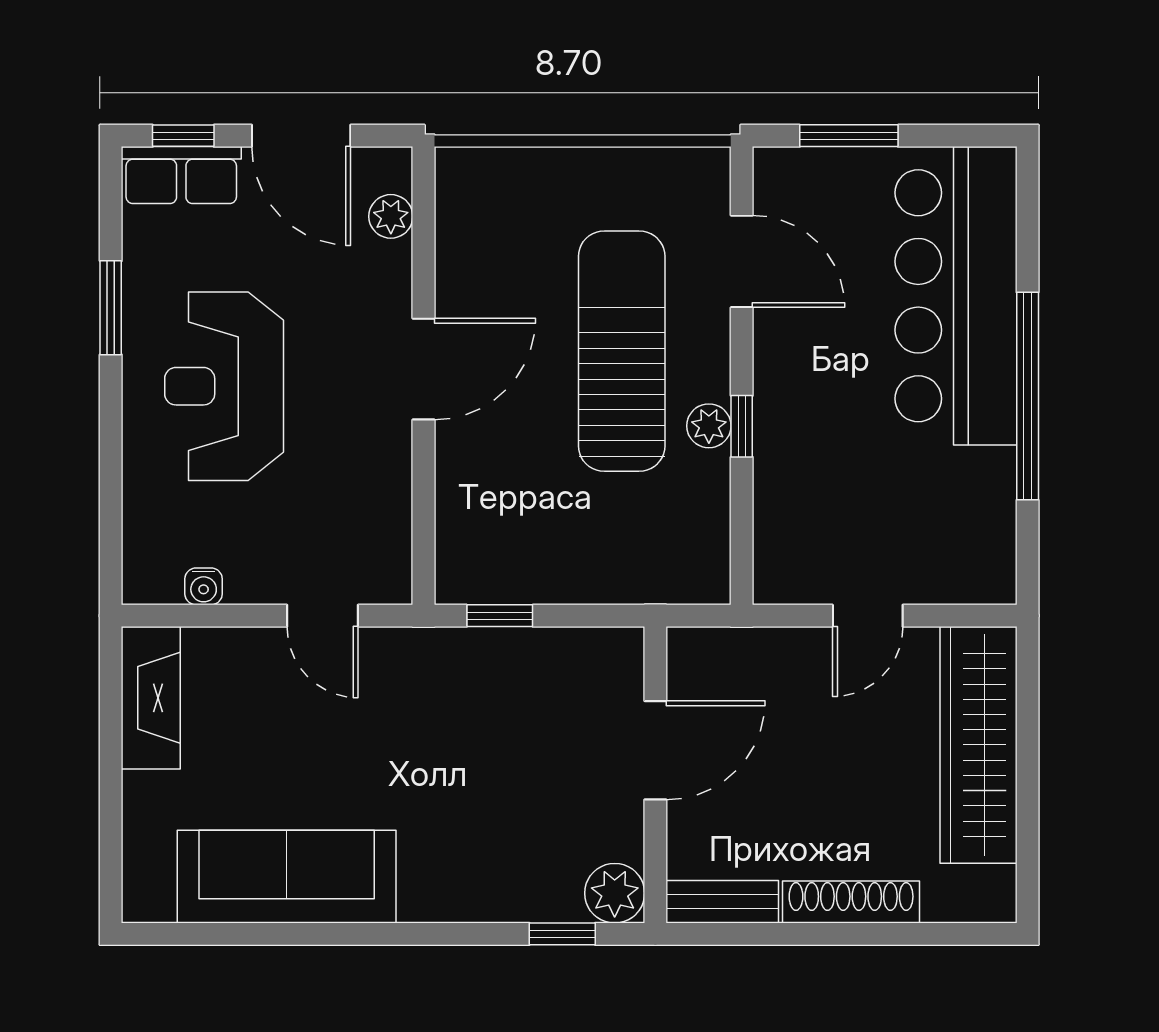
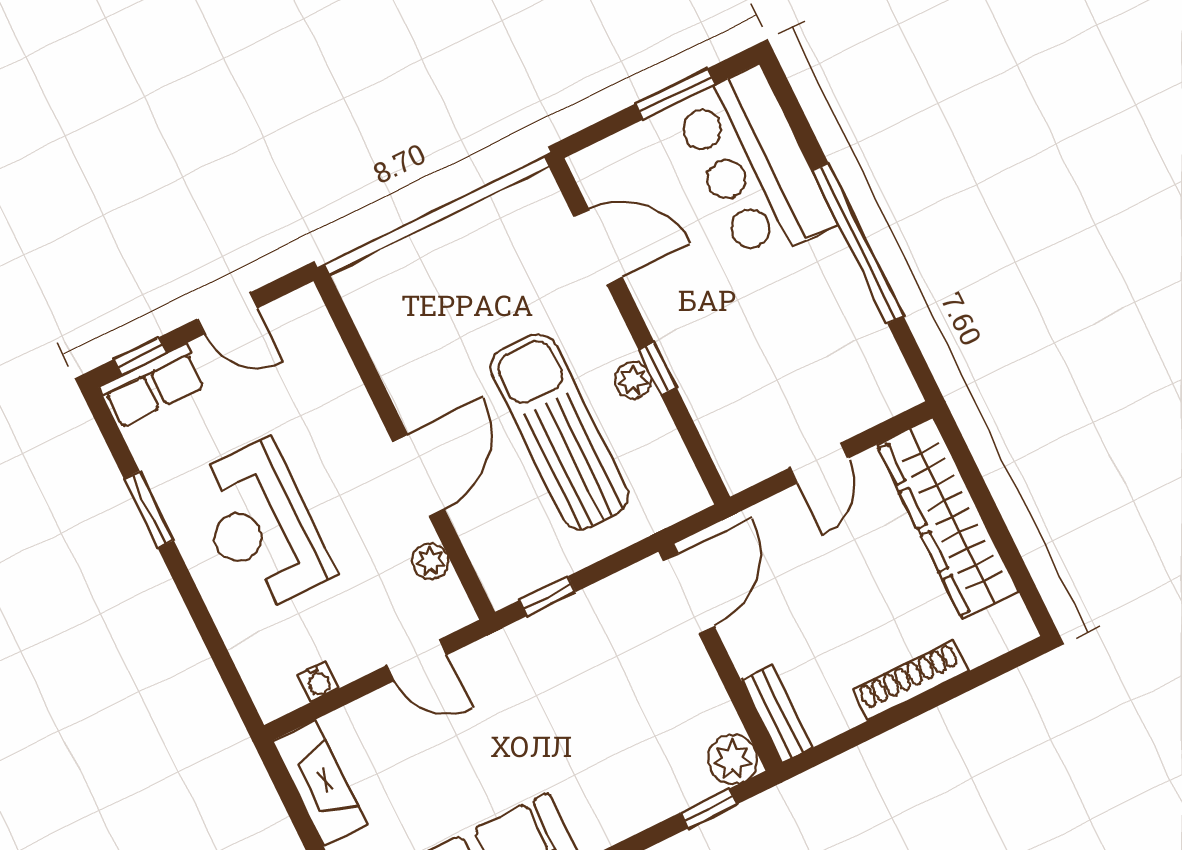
door: (301, 136) -> (227, 313), width x0.73
window: (849, 136) -> (675, 94), moved
plant: (391, 216) -> (431, 561), moved
bar counter: (956, 296) -> (754, 165), width x0.73
sun lounger: (622, 351) -> (559, 432), moved
door: (423, 369) -> (419, 476), moved
door: (655, 750) -> (689, 594), moved
bench: (722, 902) -> (777, 714), moved, turned 90

